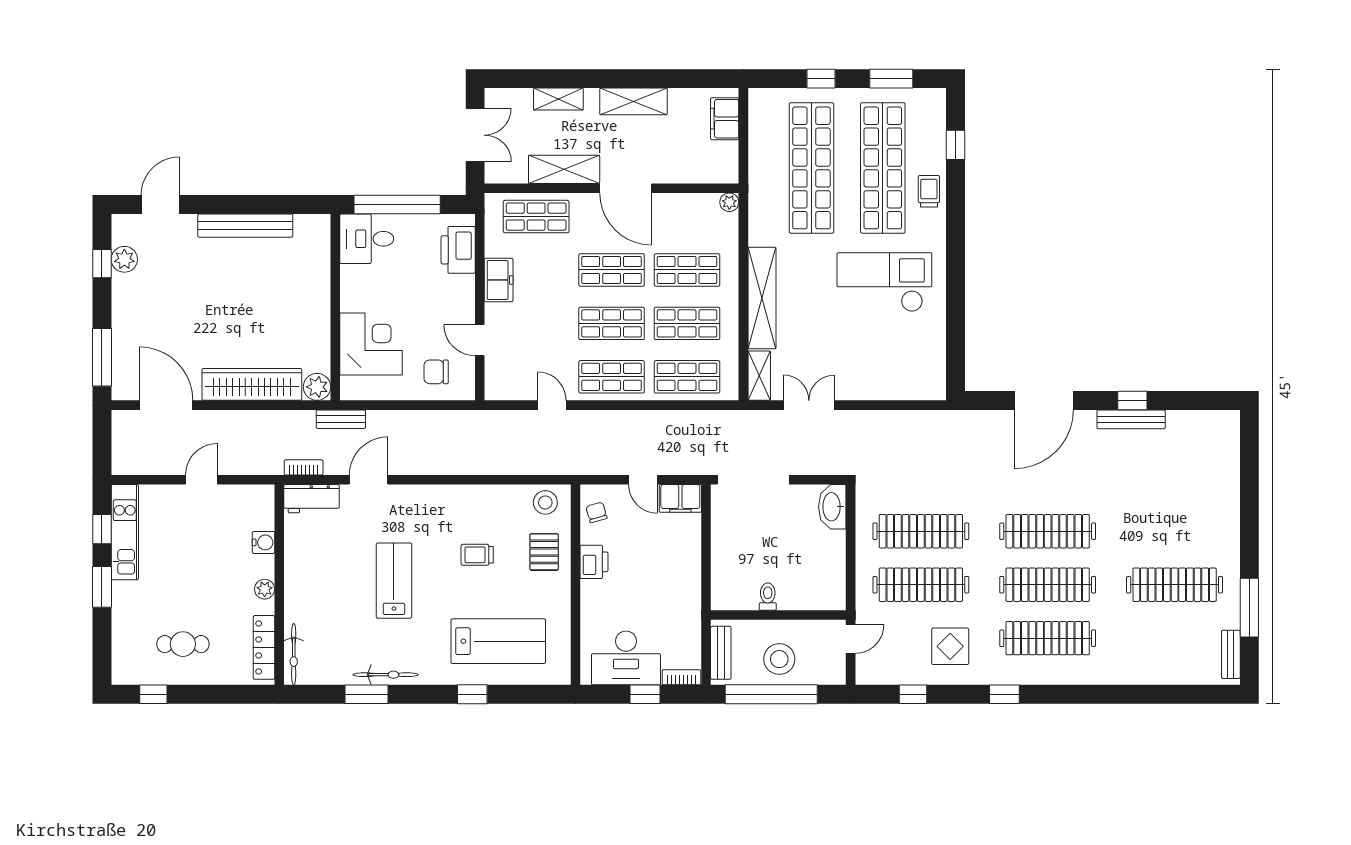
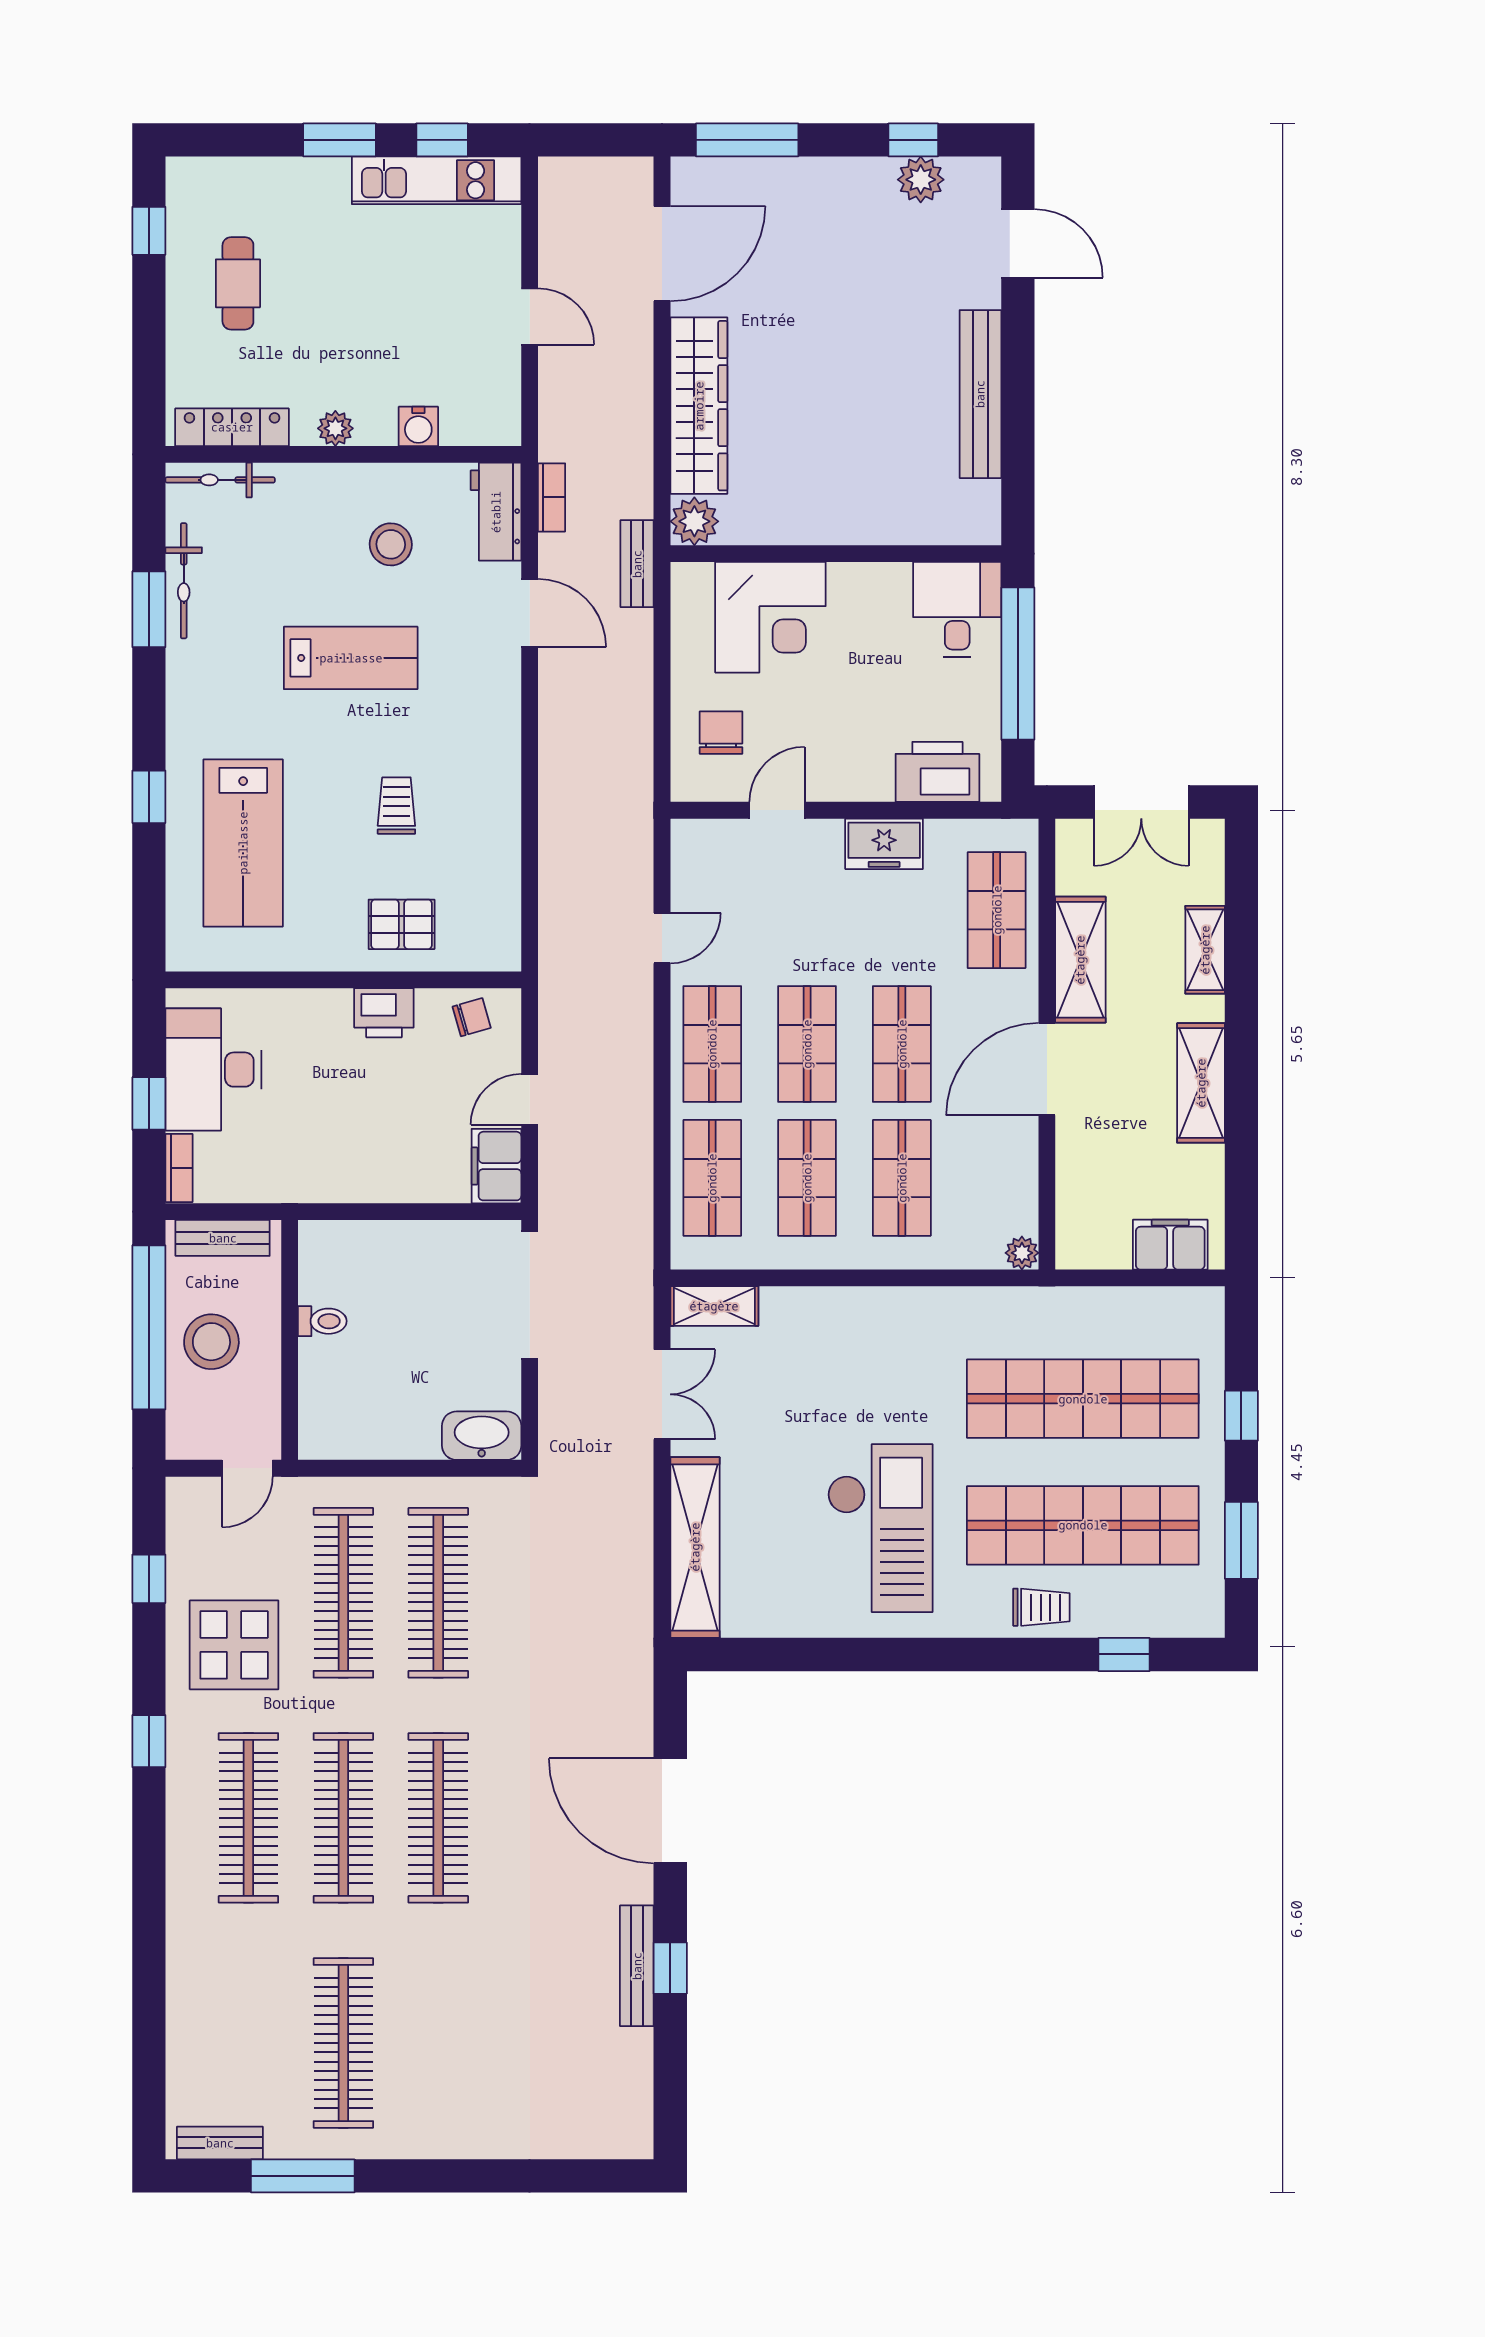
shelving: (762, 298) -> (695, 1547), moved, turned 90
stool: (545, 502) -> (391, 544), moved
door: (851, 639) -> (247, 1468), hinge flipped
display table: (950, 646) -> (234, 1645), width x1.36, depth x1.36
bicycle: (386, 675) -> (184, 581), moved

